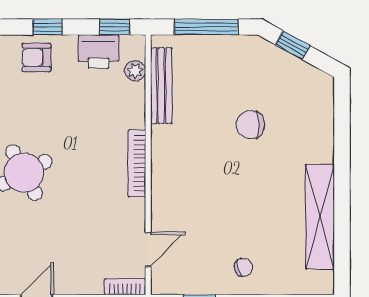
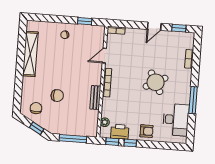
window: (48, 27) -> (130, 143), moved
bench: (161, 86) -> (95, 98), moved, width x0.73
chair: (298, 92) -> (36, 108), added
door: (148, 250) -> (104, 56), moved

